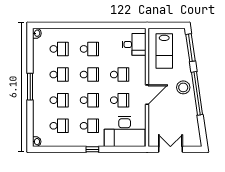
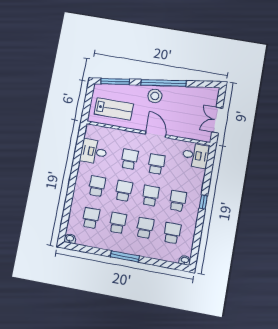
desk: (134, 44) -> (94, 152), moved, turned -90
desk: (125, 131) -> (196, 155), width x0.53, depth x0.77

